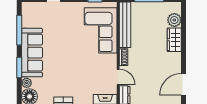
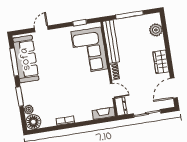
wardrobe: (174, 40) -> (161, 62), moved
sofa: (32, 53) -> (26, 59), moved

